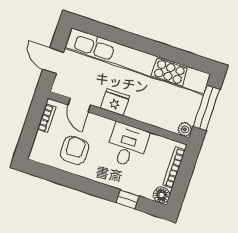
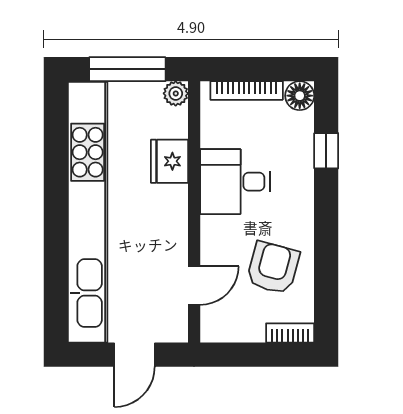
fridge: (115, 102) -> (169, 161), moved
bookcase: (47, 118) -> (290, 333), moved
armchair: (75, 150) -> (273, 268), turned 105

